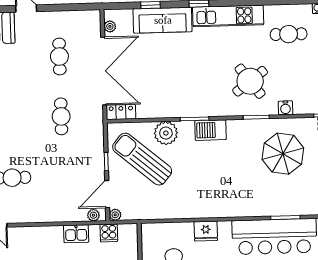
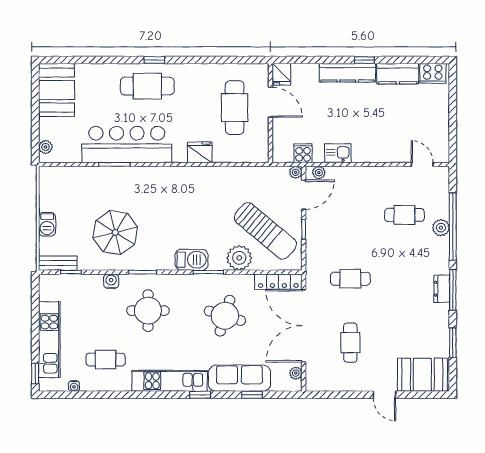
round table: (178, 78) -> (225, 316), added
round table: (250, 81) -> (148, 311), turned 37
locker: (121, 112) -> (278, 282), width x1.53
cafe table: (61, 116) -> (350, 279), turned 90

